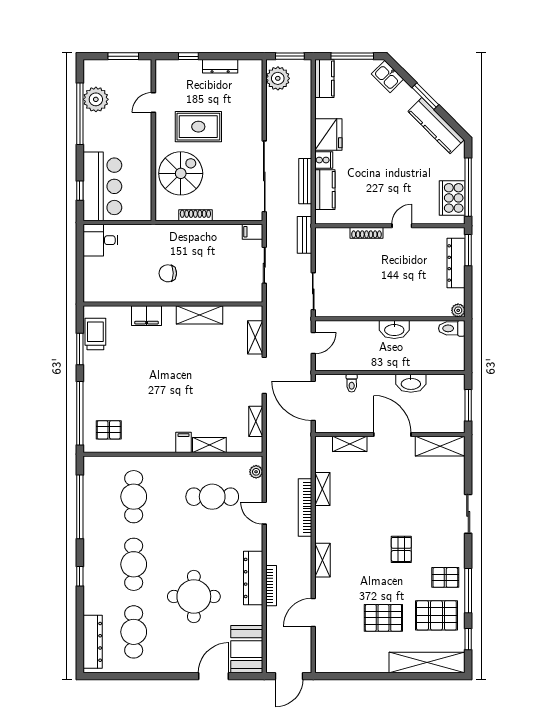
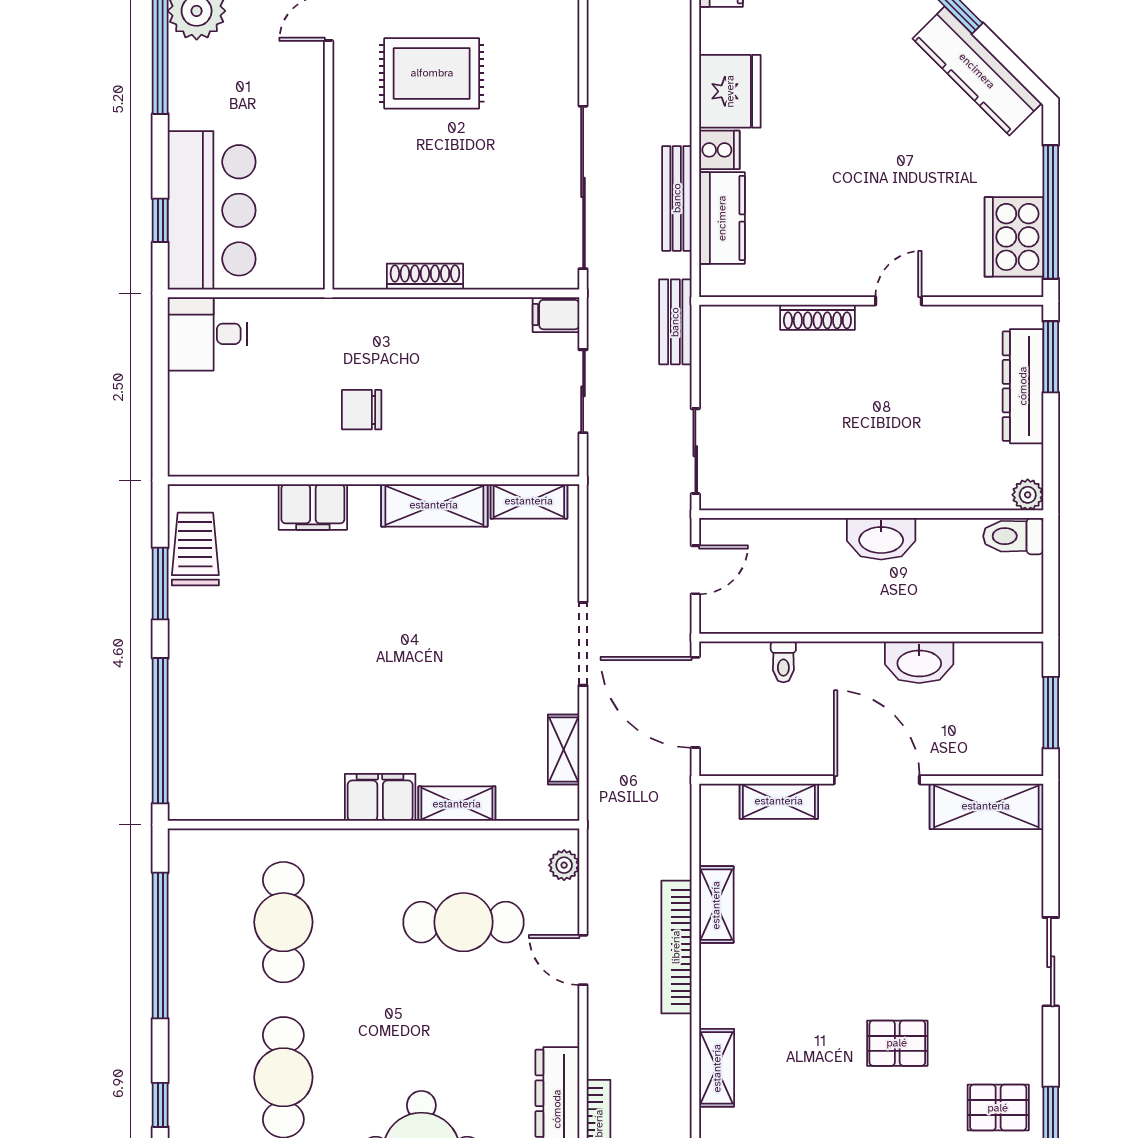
spiral stairs: (181, 173) -> (391, 181), removed
shelving: (255, 337) -> (529, 501), moved, turned 90
pallet: (109, 430) -> (226, 769), removed
filing cabinet: (184, 442) -> (380, 797), width x2.00
pallet: (401, 549) -> (897, 1043), turned 90

